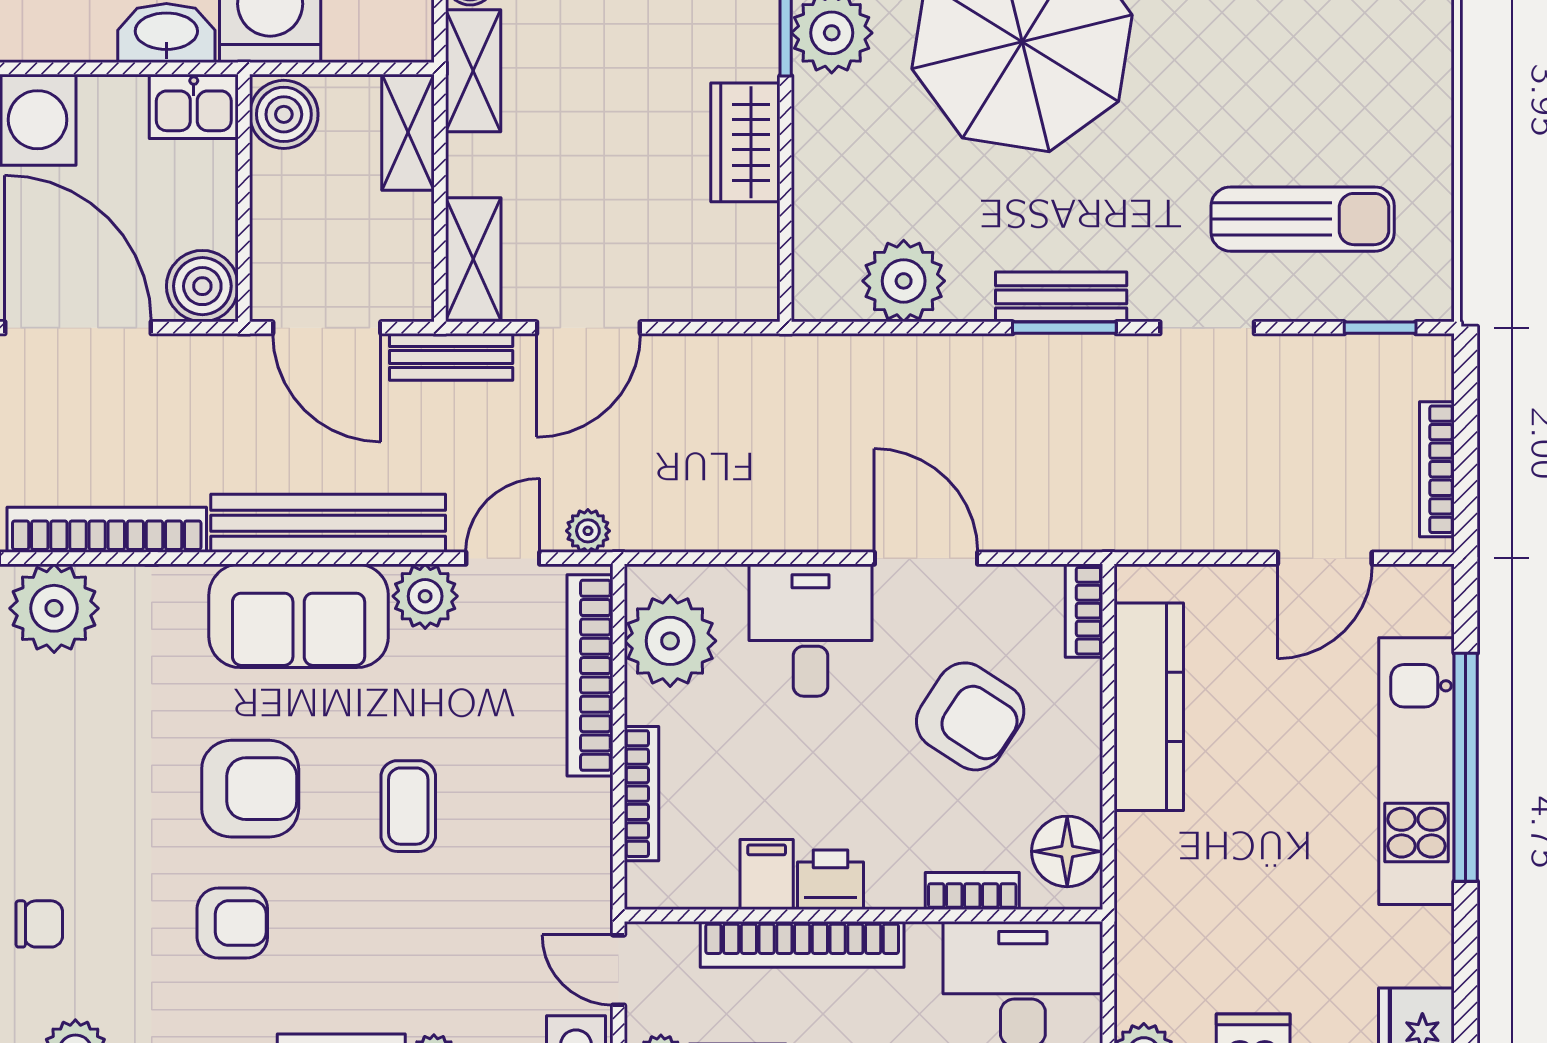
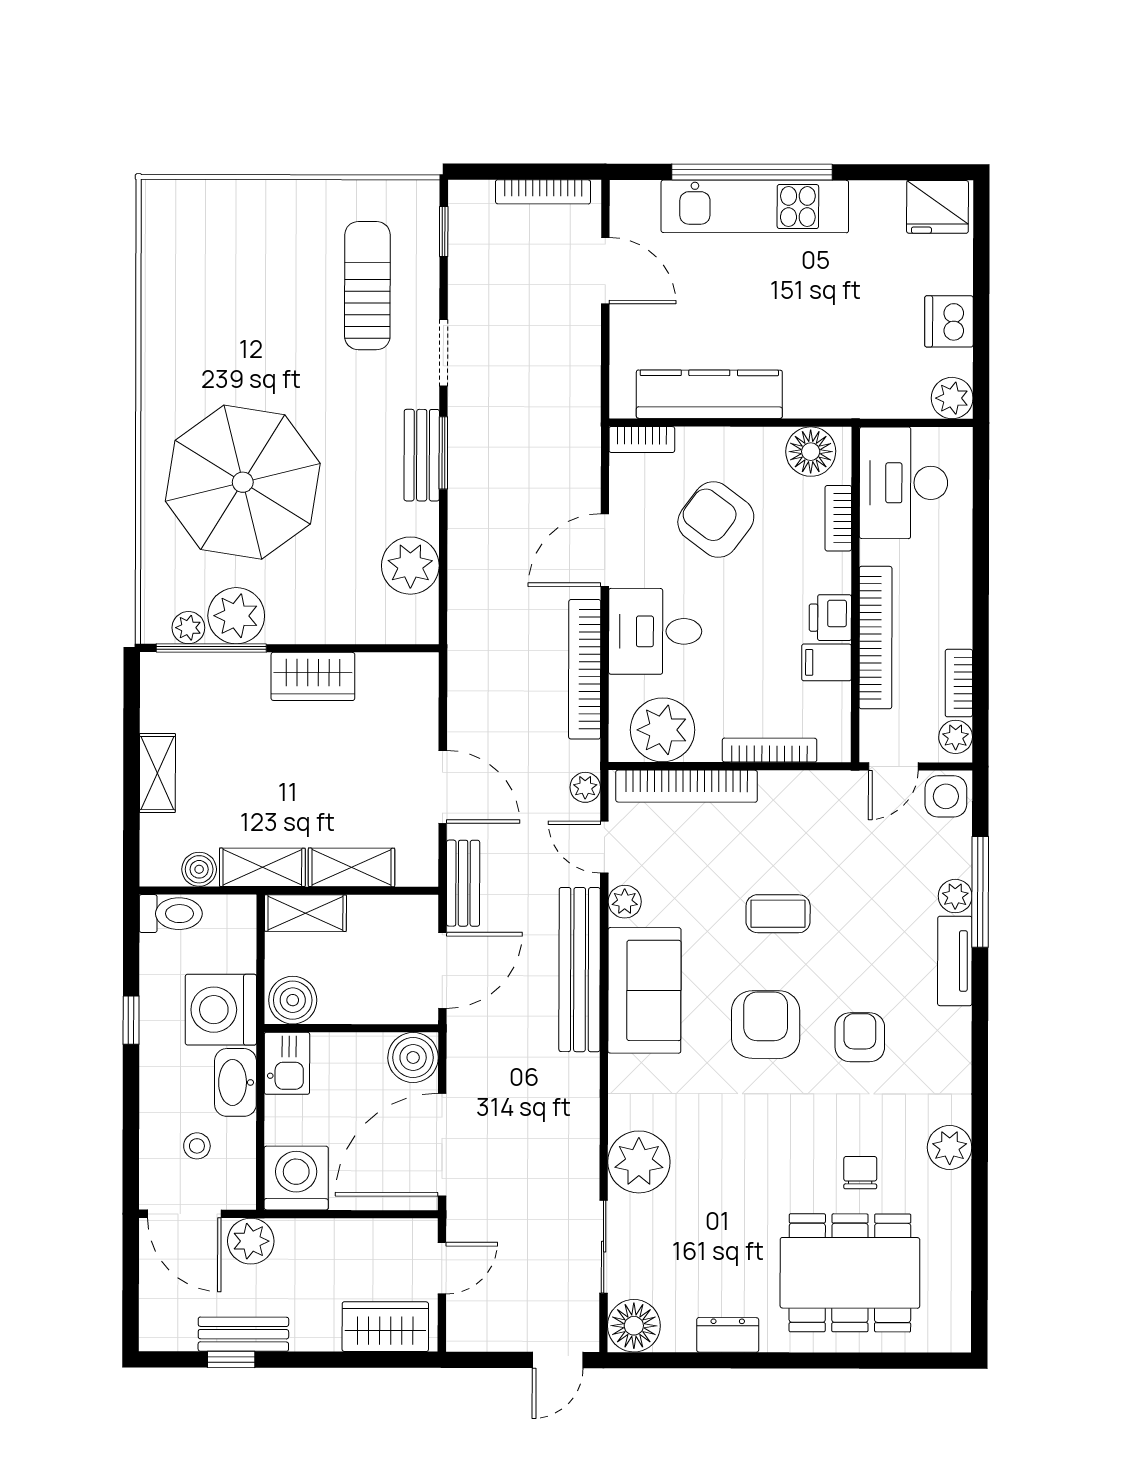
shelving: (473, 259) -> (352, 867), moved
bookcase: (107, 530) -> (585, 669), moved
plant: (425, 596) -> (625, 902), width x0.73, depth x0.73
armchair: (970, 716) -> (716, 519), turned -86

